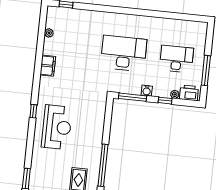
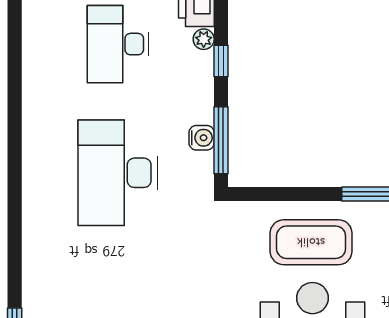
water cooler: (147, 91) -> (202, 138), moved
coffee table: (87, 130) -> (311, 242), added

